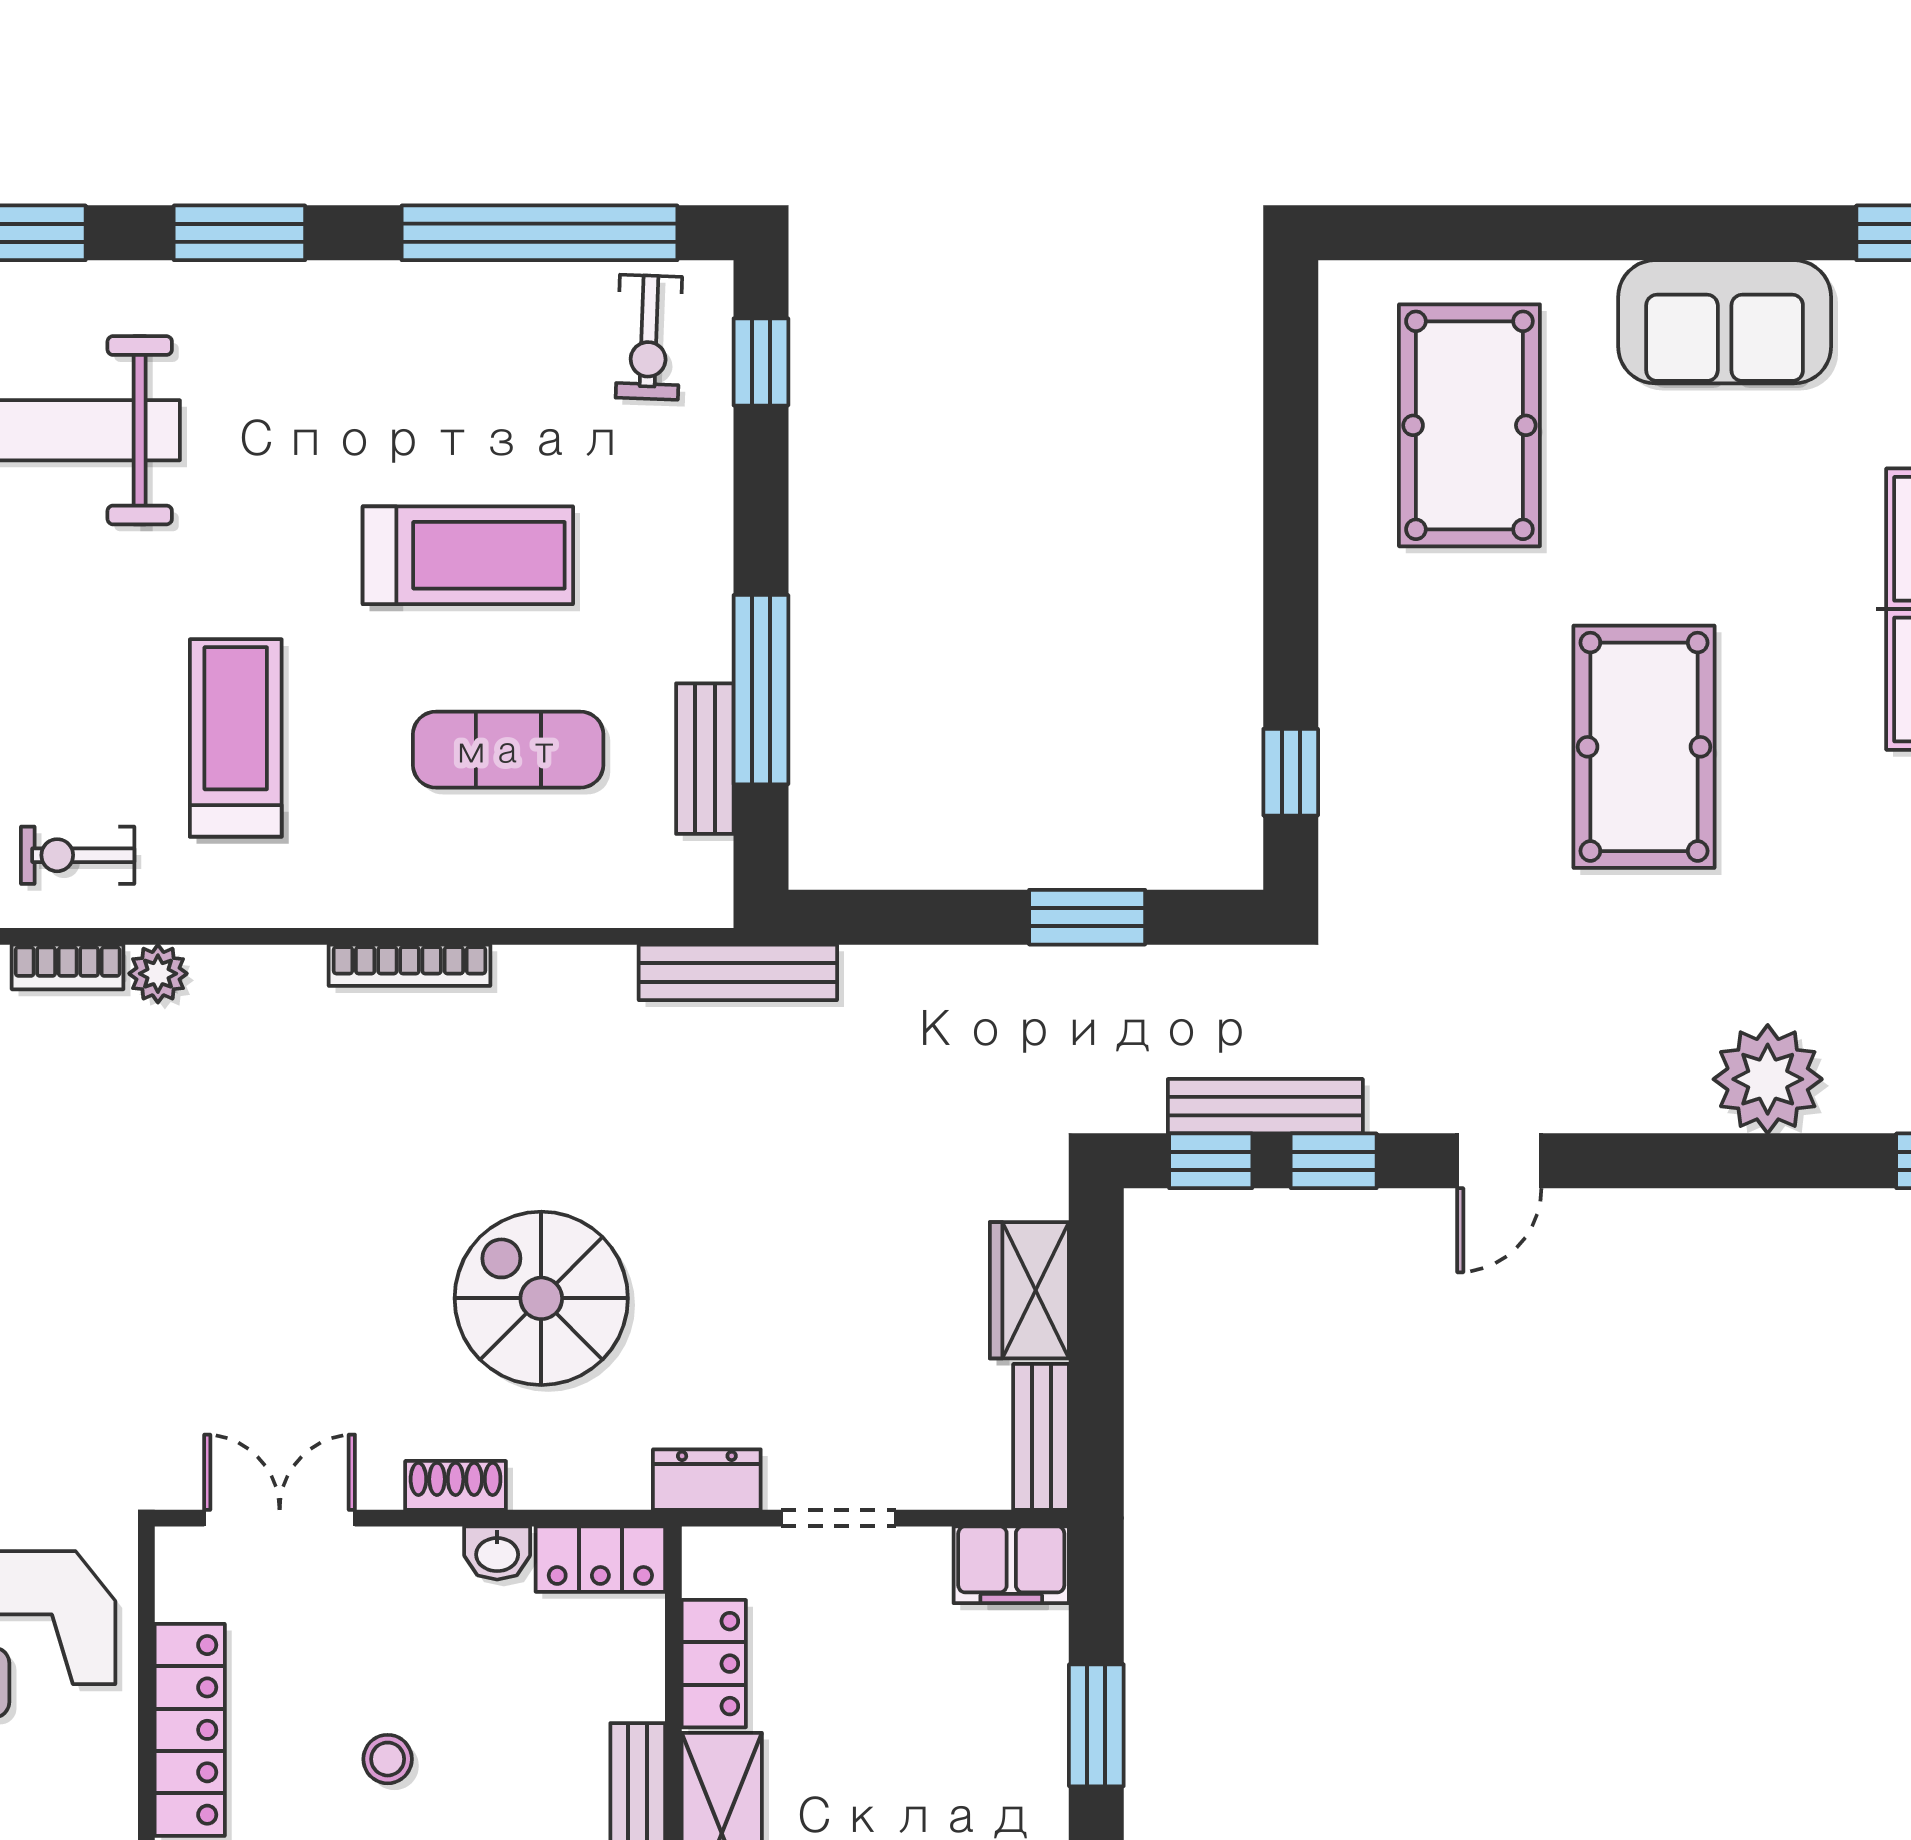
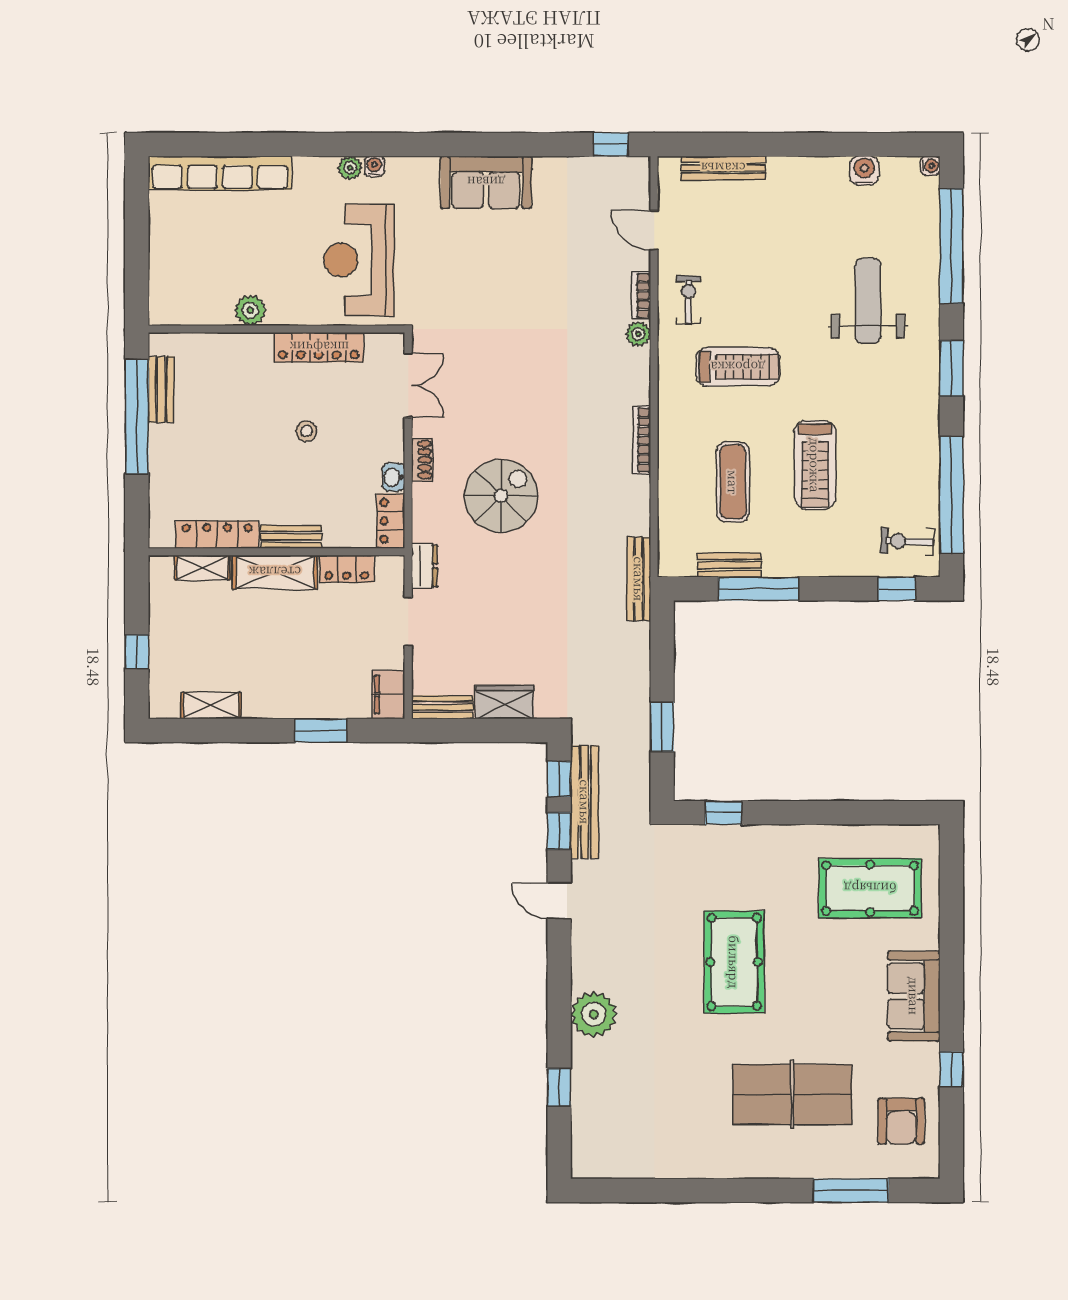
pool table: (1644, 747) -> (734, 962), turned 90
bench: (1265, 1106) -> (585, 802), width x1.37, depth x1.21

